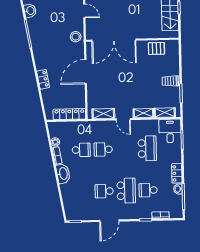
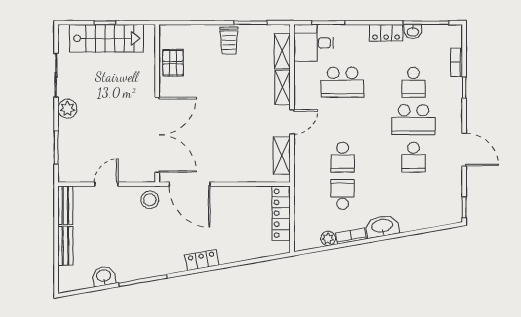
door: (86, 72) -> (190, 184), moved
locker: (43, 79) -> (202, 260), moved
school desk: (147, 148) -> (343, 82), turned 180
school desk: (126, 191) -> (413, 120), turned 180

